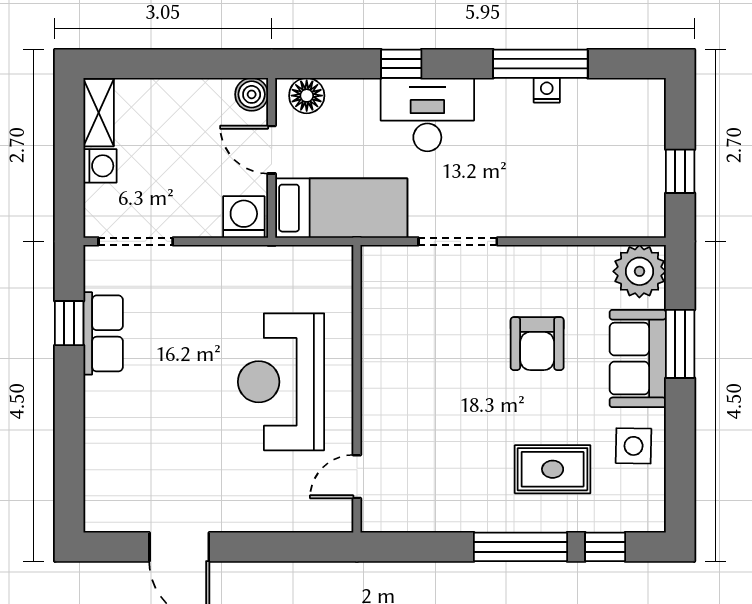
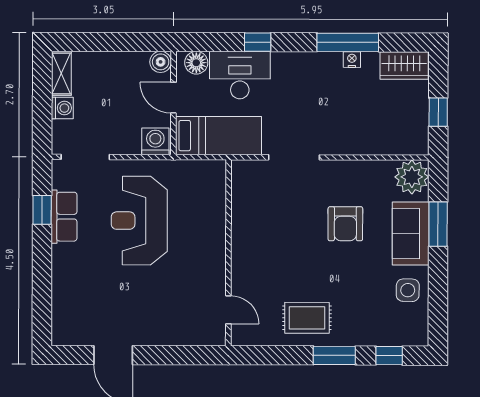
wardrobe: (627, 99) -> (404, 66), added
desk: (427, 115) -> (240, 75), moved
reception desk: (281, 382) -> (139, 221), moved
rug: (553, 469) -> (307, 318), moved
door: (357, 477) -> (228, 310), swing flipped
window: (520, 547) -> (334, 355), width x0.69

